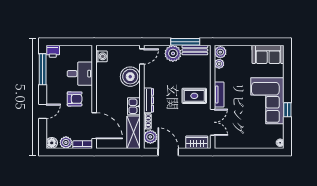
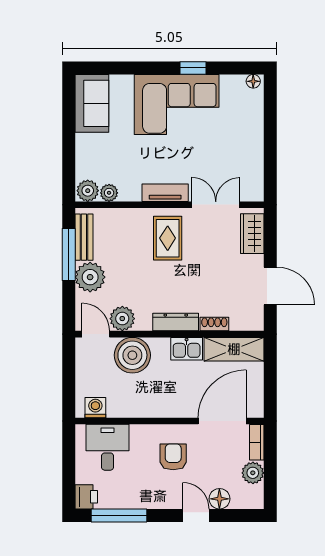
desk: (80, 74) -> (108, 447), moved
plant: (150, 137) -> (122, 319), moved
floor lamp: (52, 143) -> (219, 499), moved
door: (168, 152) -> (270, 286), swing flipped

